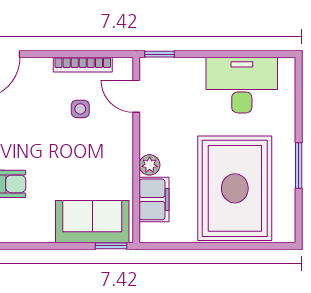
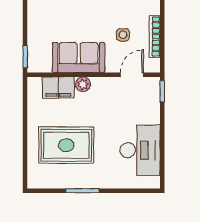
rug: (235, 188) -> (66, 145), width x0.73, depth x0.69
sofa: (92, 222) -> (79, 57), moved, turned -90

